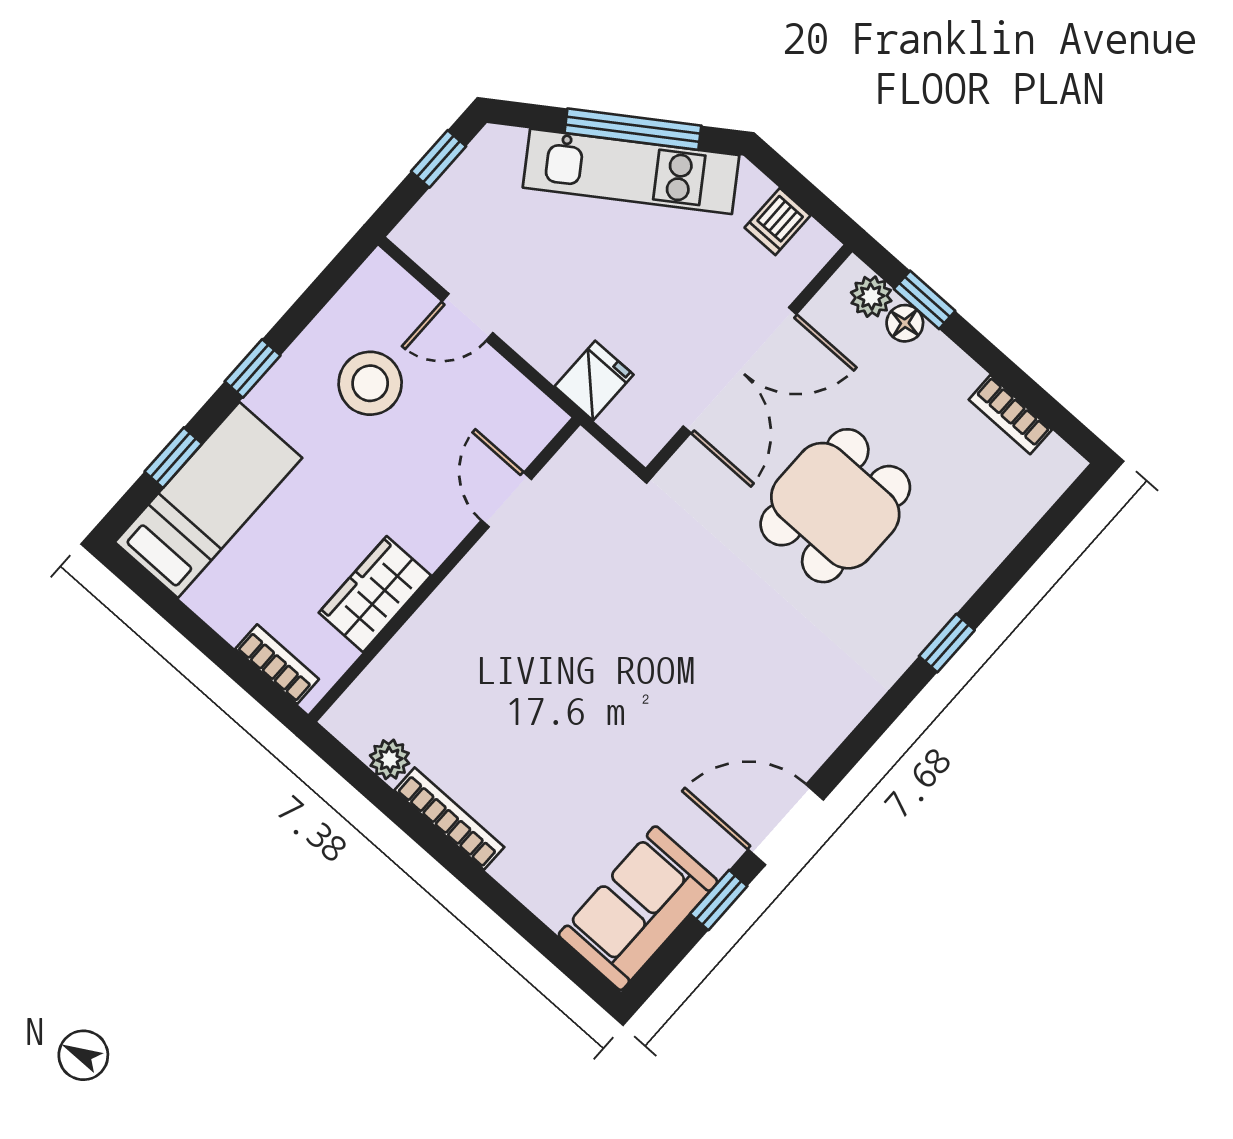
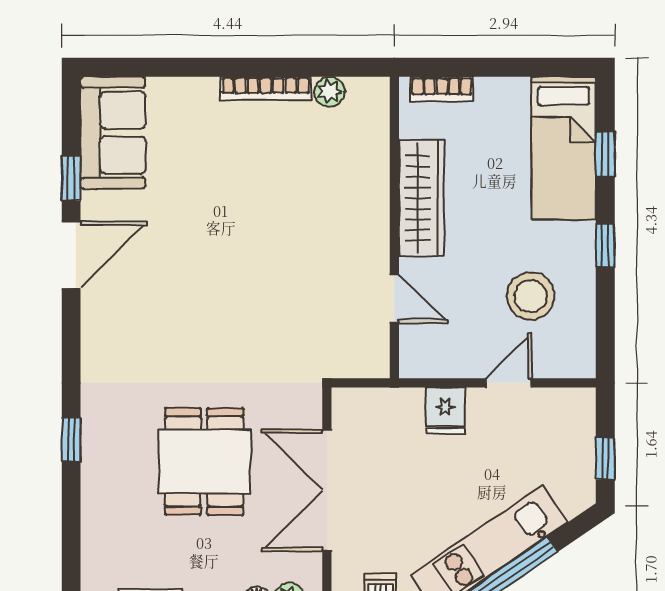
fridge: (594, 381) -> (445, 411), moved
wardrobe: (375, 594) -> (421, 198), width x1.50

